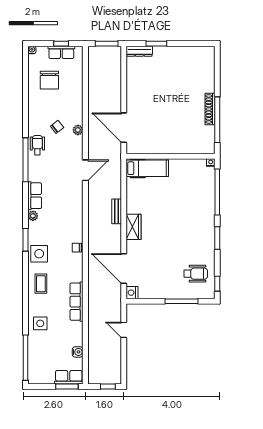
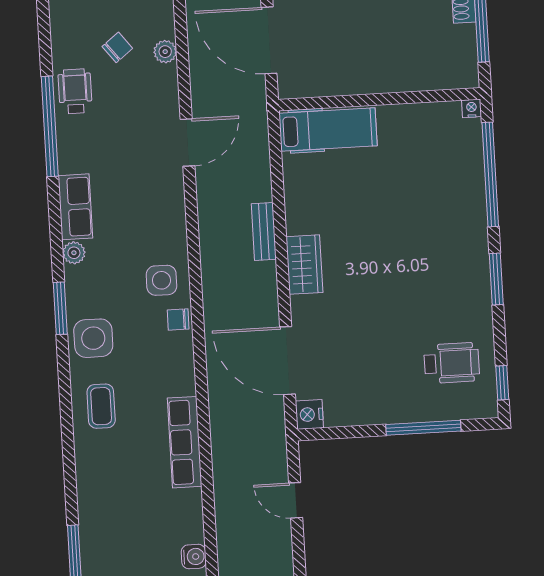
side table: (40, 323) -> (161, 280), moved

